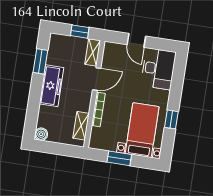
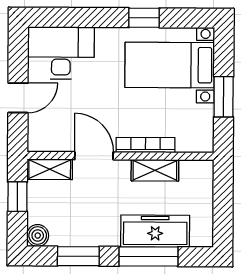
freezer: (52, 86) -> (155, 231), moved
window: (34, 102) -> (149, 257), added
shelving: (81, 126) -> (155, 170), moved
boiler: (41, 134) -> (38, 236), moved

